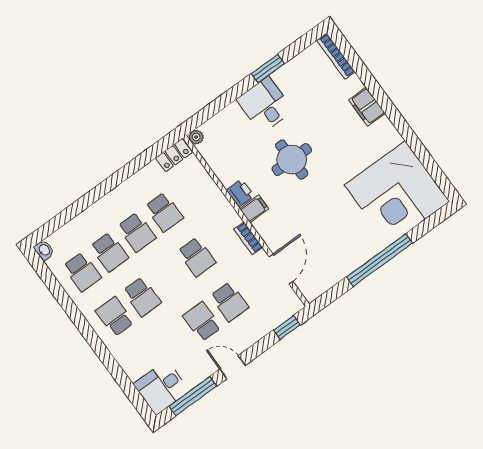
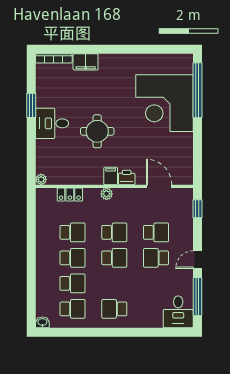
filing cabinet: (367, 107) -> (86, 62), moved
locker: (174, 155) -> (70, 195), moved, turned 90
printer: (240, 193) -> (127, 178), moved
corner desk: (397, 193) -> (165, 103), moved, turned 90
plant: (232, 218) -> (107, 194), added
bookcase: (248, 238) -> (126, 193), removed
window: (379, 260) -> (197, 90), moved
school desk: (142, 297) -> (114, 258), moved

